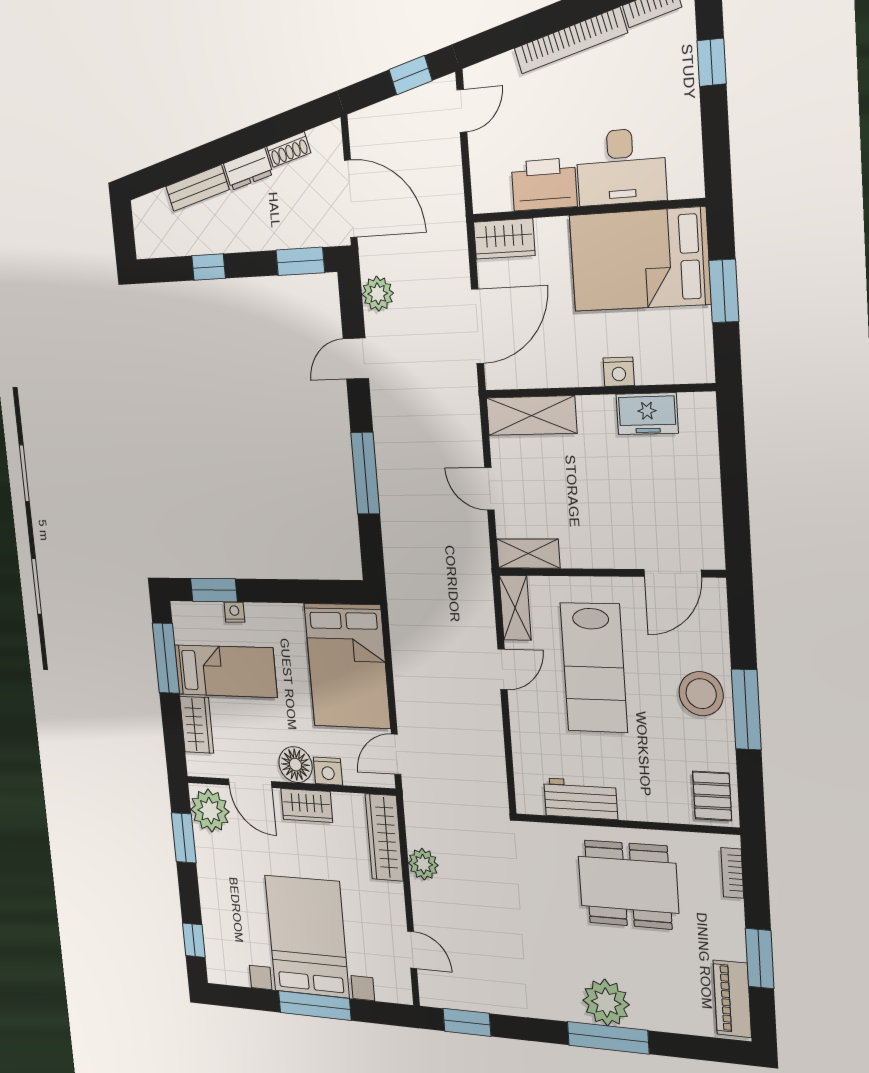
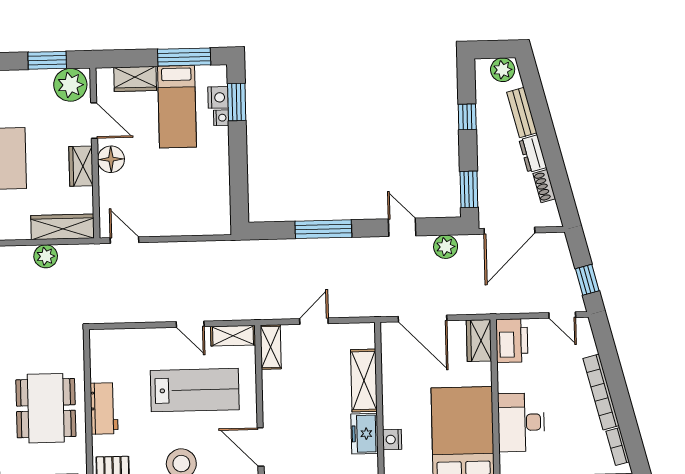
printer: (544, 184) -> (512, 341), moved
plant: (147, 218) -> (503, 70), added
nightstand: (619, 372) -> (392, 439), moved
shelving: (531, 416) -> (364, 381), moved
bed: (347, 666) -> (186, 206), removed
lab bench: (594, 668) -> (195, 390), turned 180
nightstand: (328, 771) -> (218, 97), moved, turned 180
door: (250, 783) -> (94, 121), swing flipped
workbench: (581, 799) -> (104, 408), moved

